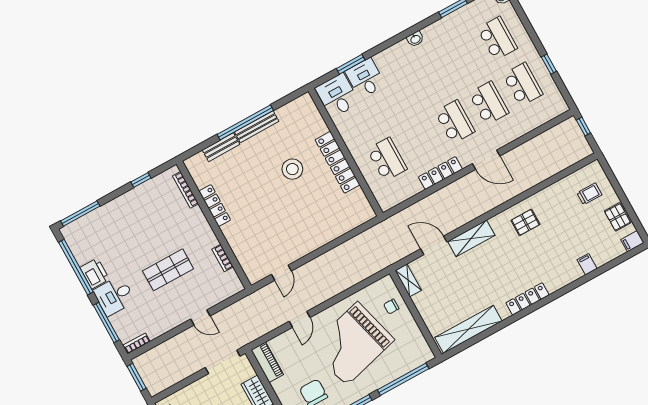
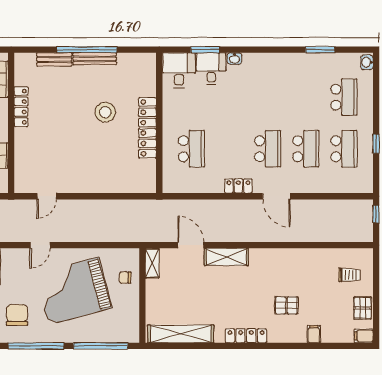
washbasin: (415, 39) -> (234, 59), moved
locker: (440, 173) -> (238, 186), width x0.66
pallet: (525, 222) -> (286, 305), moved

